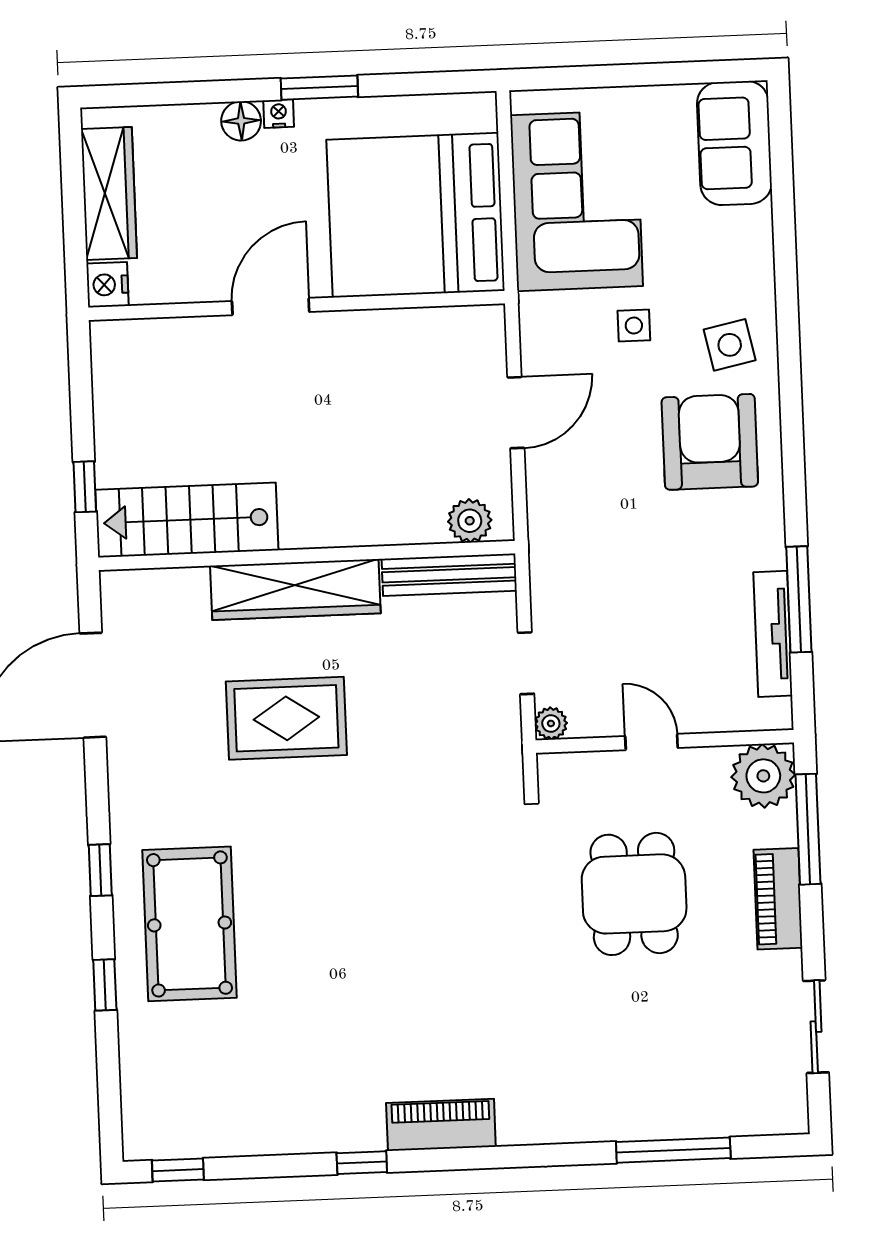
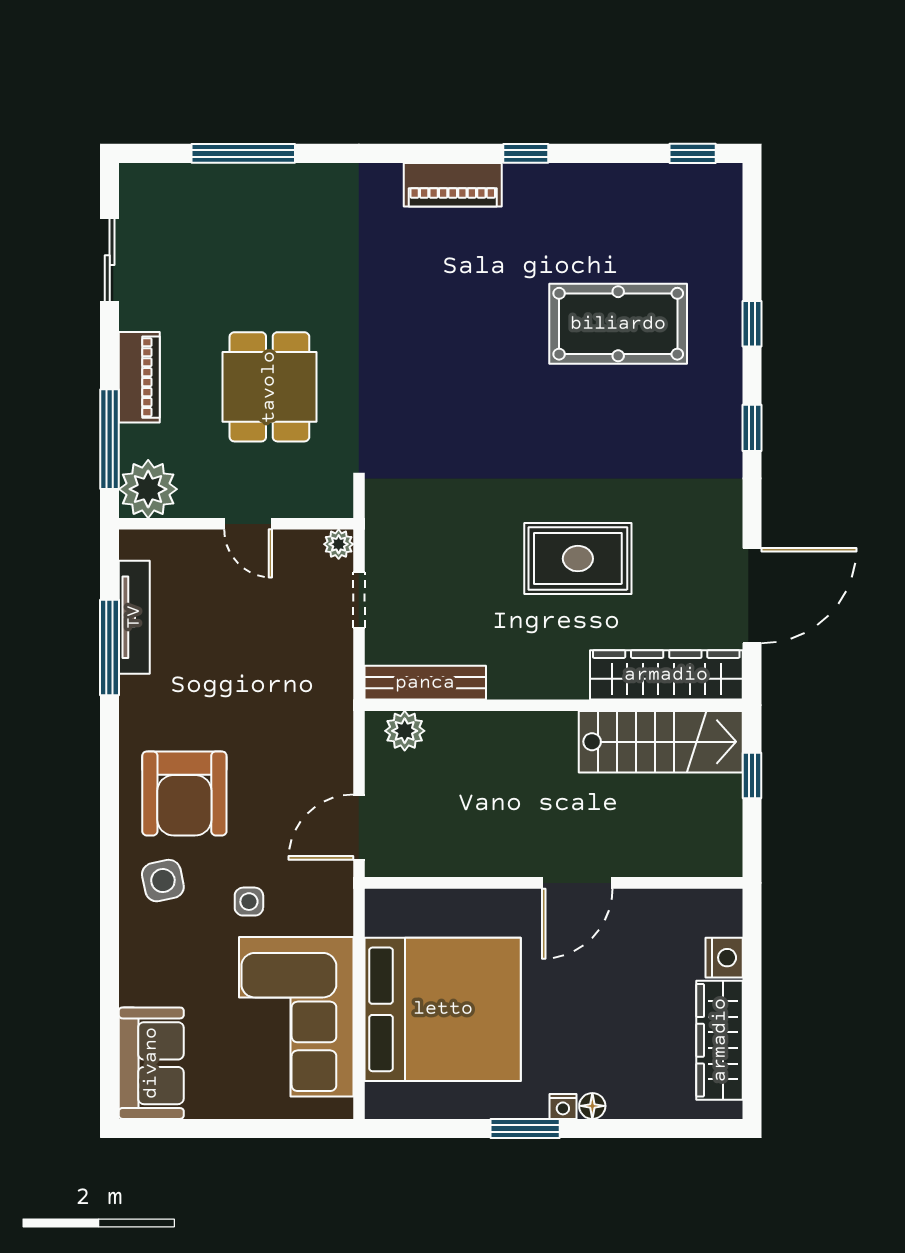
floor lamp: (241, 121) -> (592, 1106), width x0.73, depth x0.73
wall: (297, 306) -> (554, 883), moved
door: (271, 307) -> (577, 883), moved
wardrobe: (295, 589) -> (666, 675), moved
pool table: (190, 924) -> (618, 324), moved, turned 90

